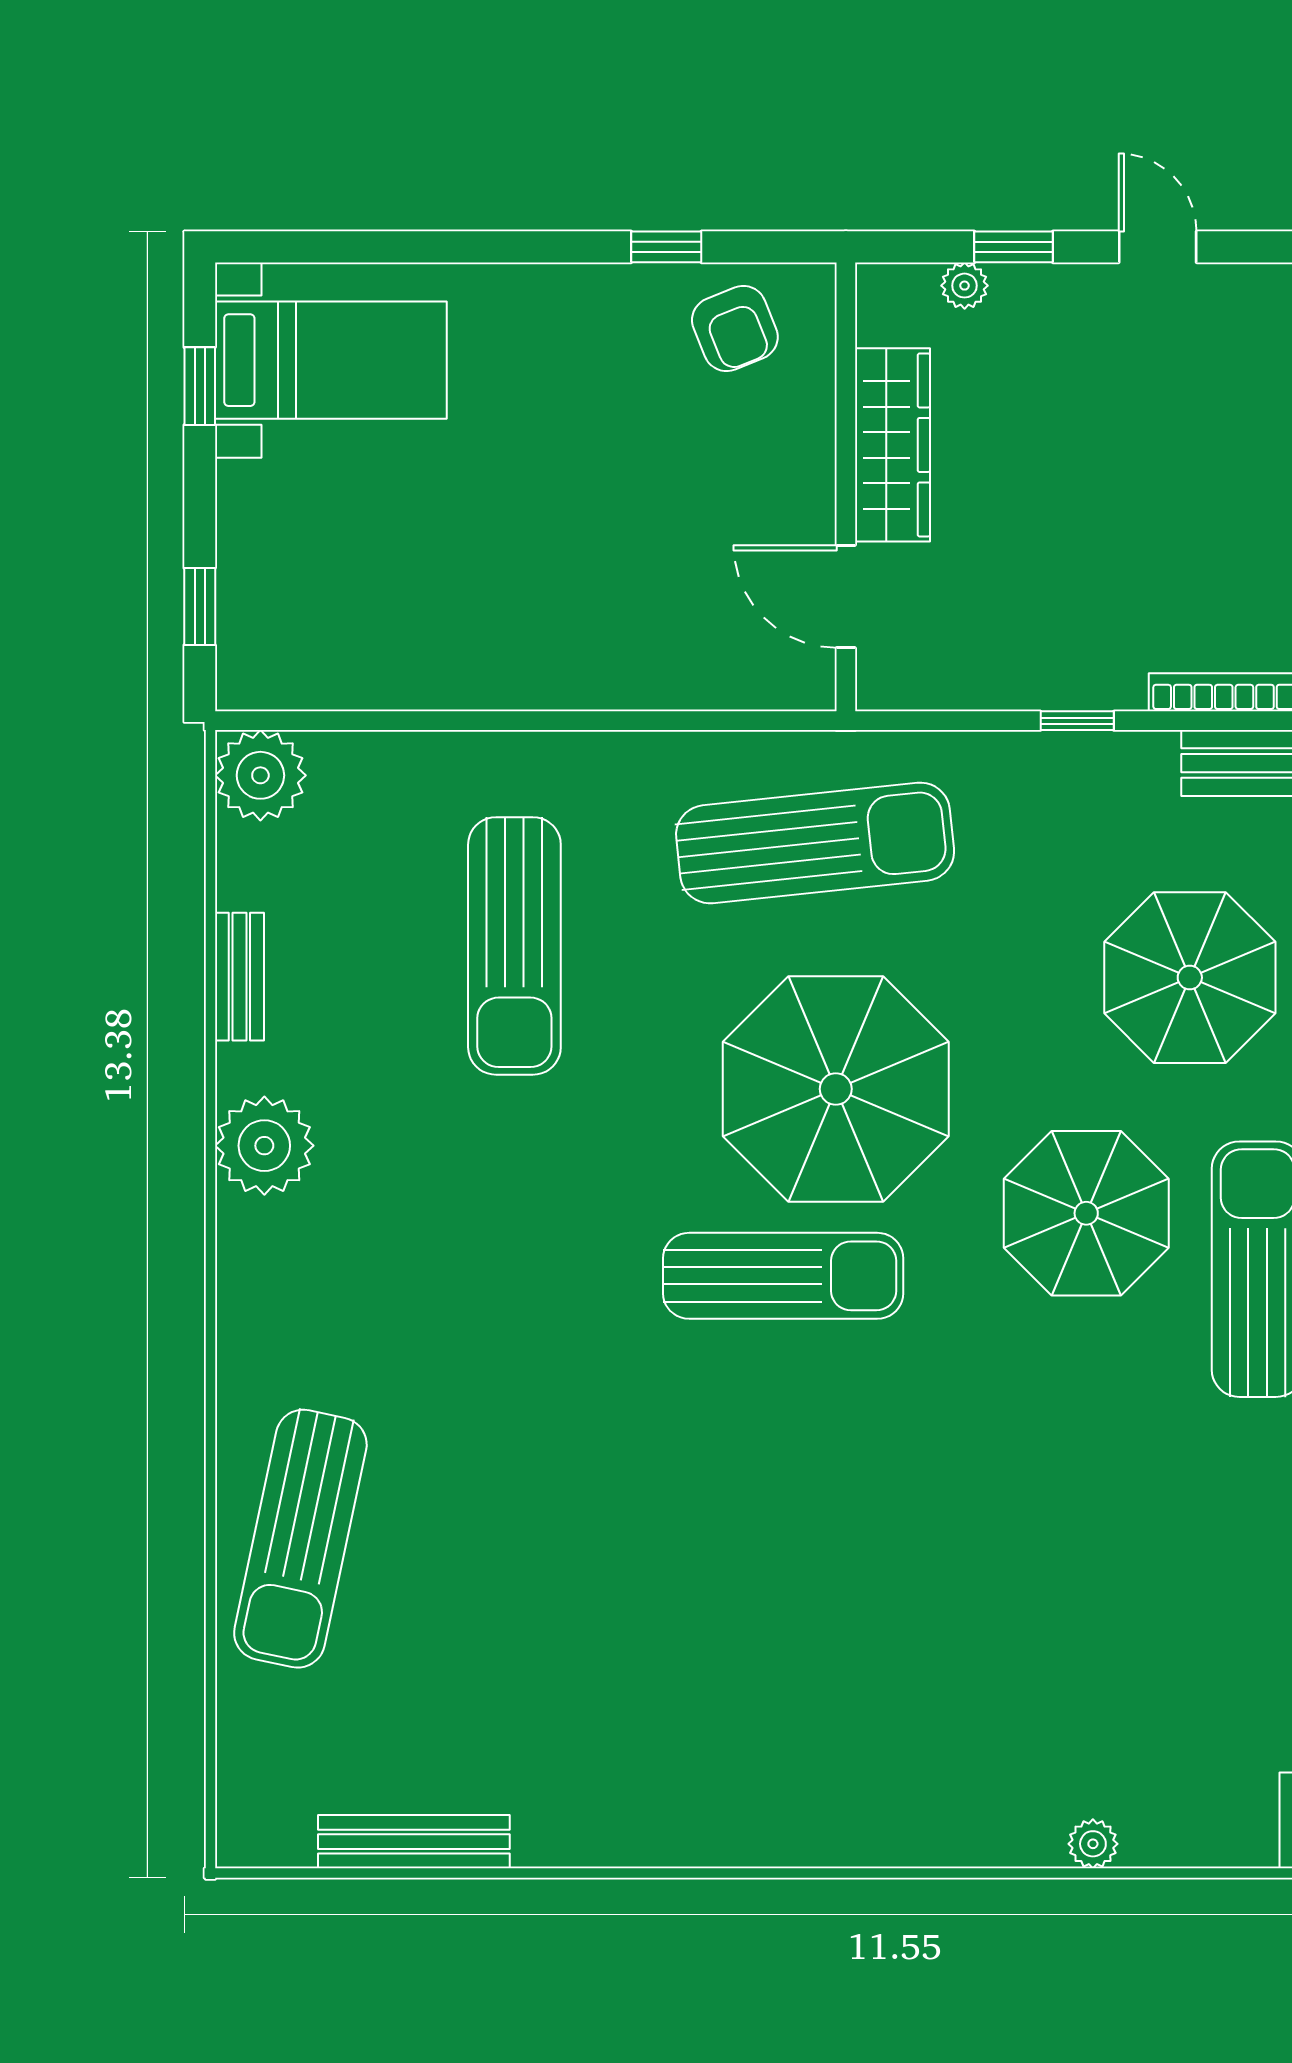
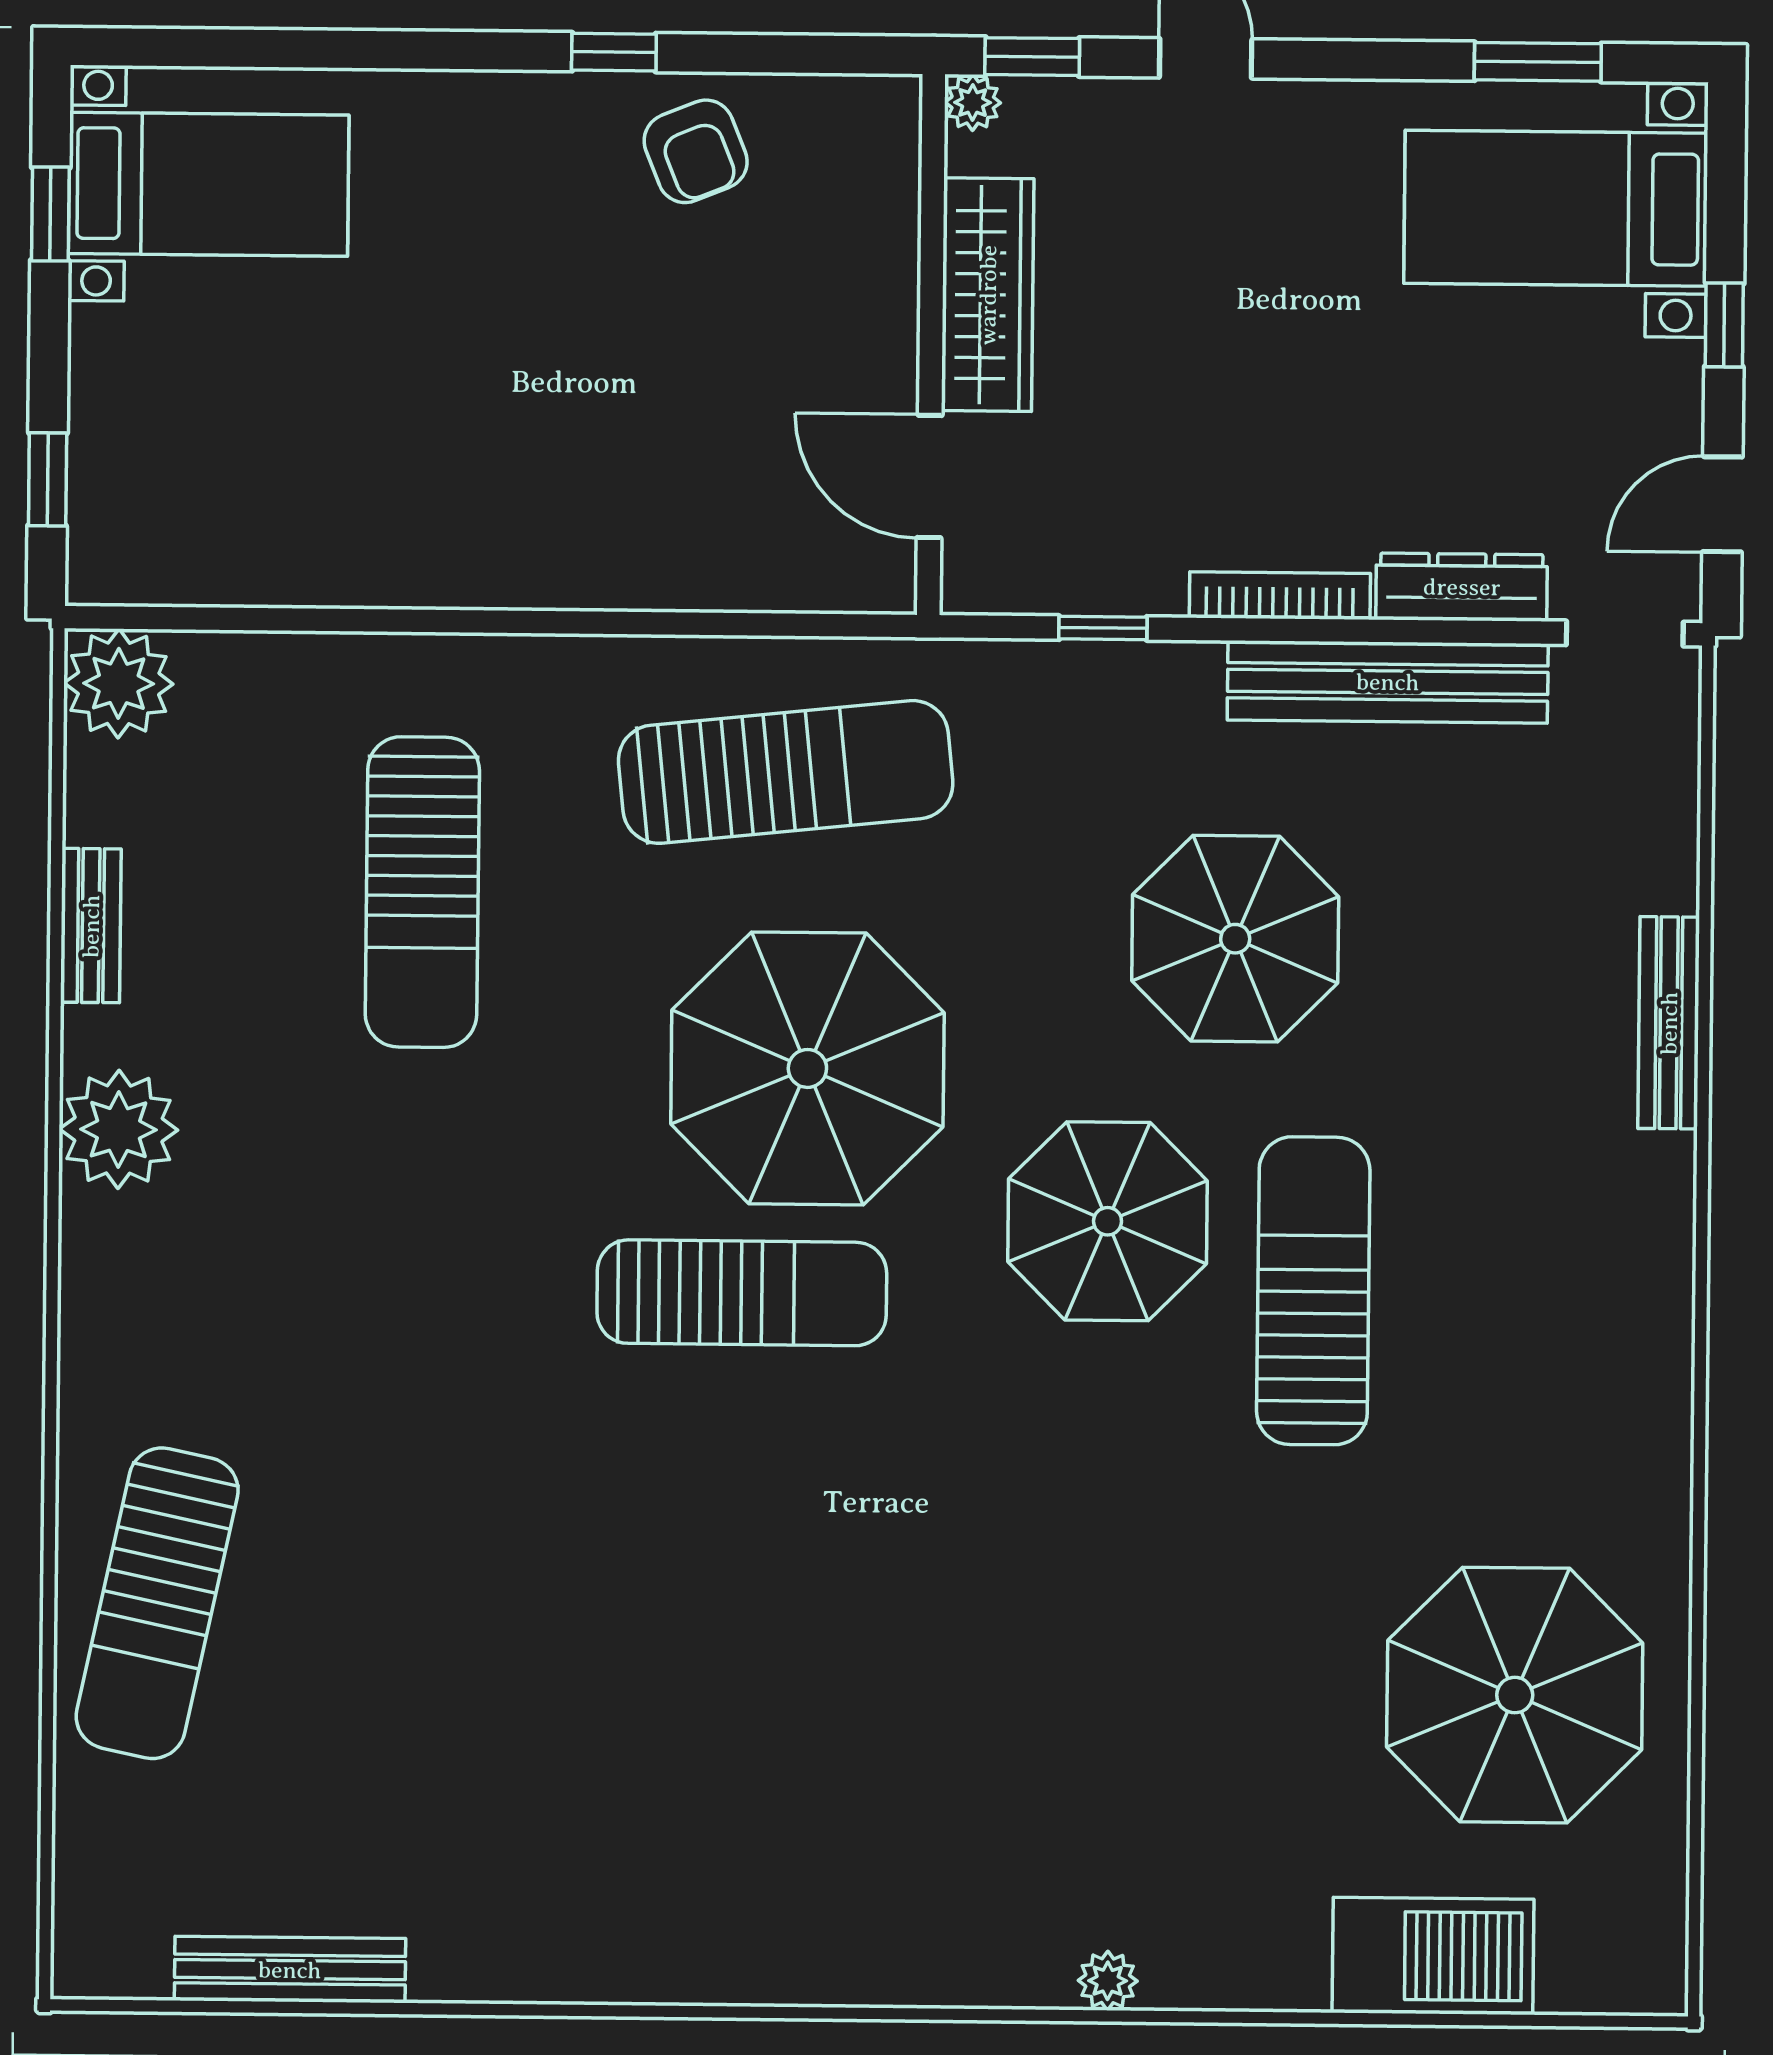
wardrobe: (892, 445) -> (988, 295), moved
wall: (846, 487) -> (931, 345), moved
door: (846, 596) -> (930, 476), moved

